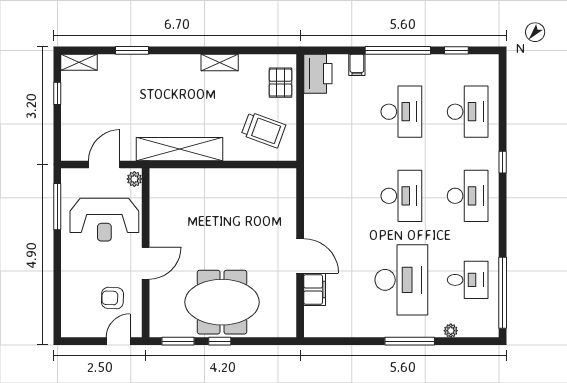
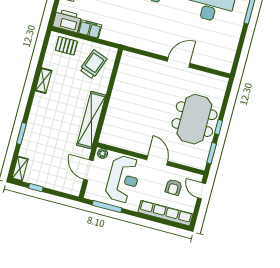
filing cabinet: (315, 289) -> (90, 29), moved
row of seats: (71, 296) -> (165, 213), added

